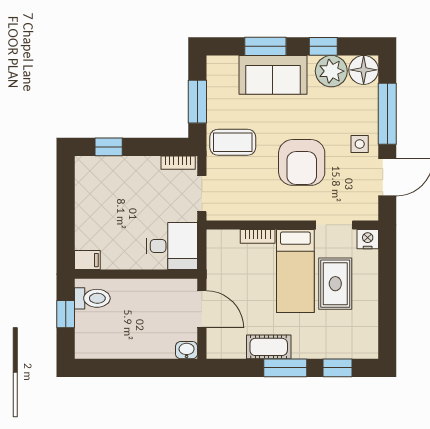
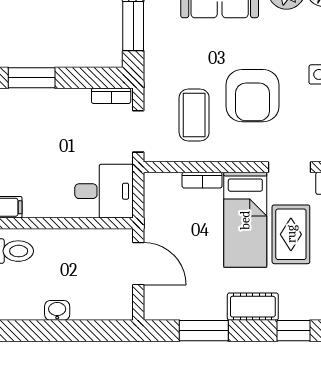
coffee table: (233, 142) -> (194, 115), moved, turned 90
window: (109, 147) -> (32, 78), width x1.50
cot: (269, 347) -> (253, 307), moved
washbasin: (187, 350) -> (57, 310), moved
window: (285, 368) -> (204, 331), moved

